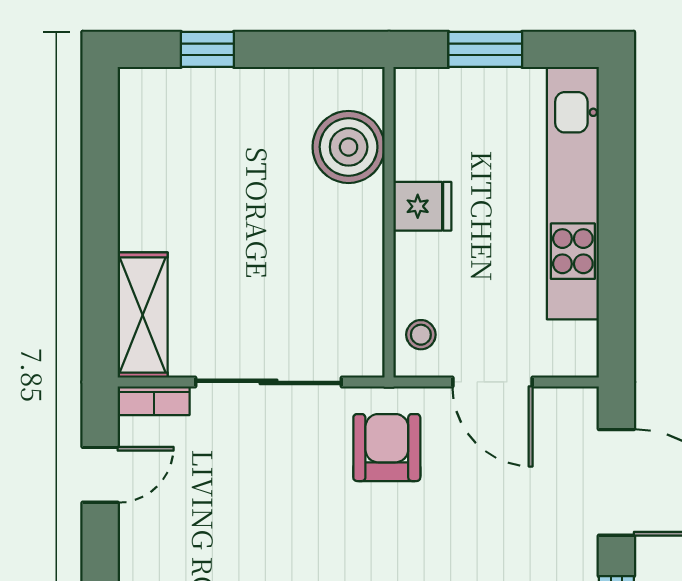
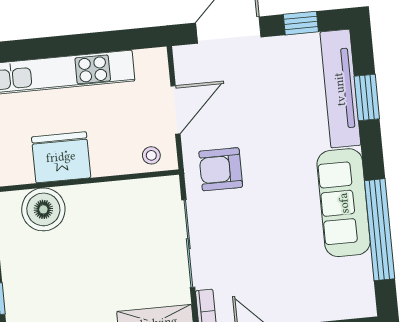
fridge: (422, 206) -> (61, 157), width x1.88, depth x1.34

